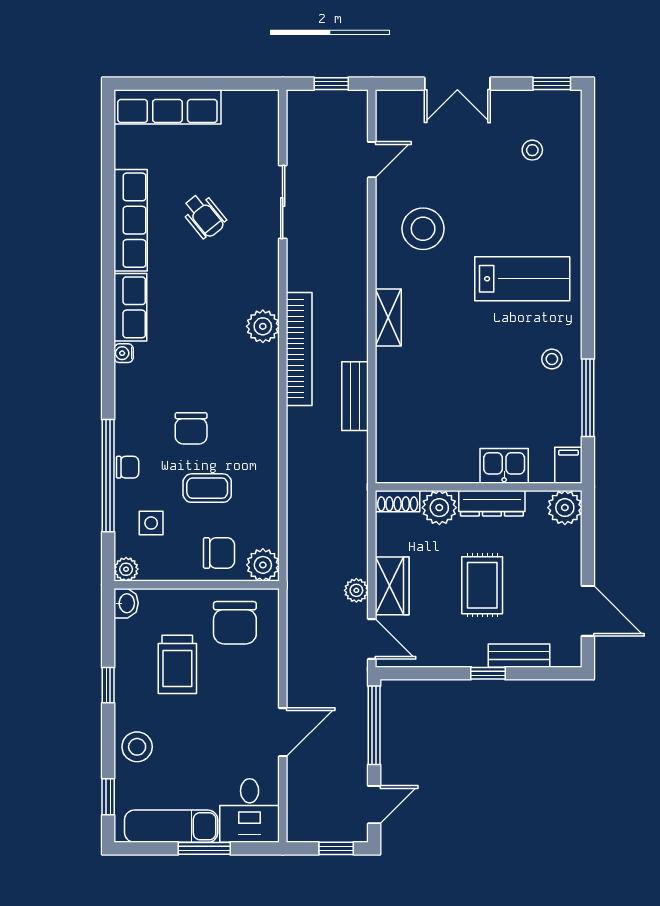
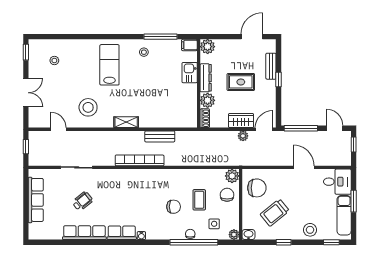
row of seats: (167, 107) -> (36, 200), moved
plant: (263, 326) -> (130, 176), removed
trolley: (177, 664) -> (275, 213), turned 141

